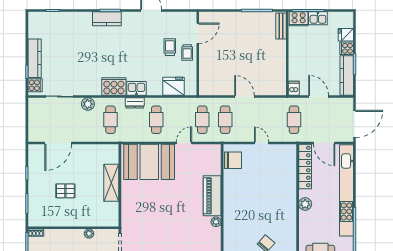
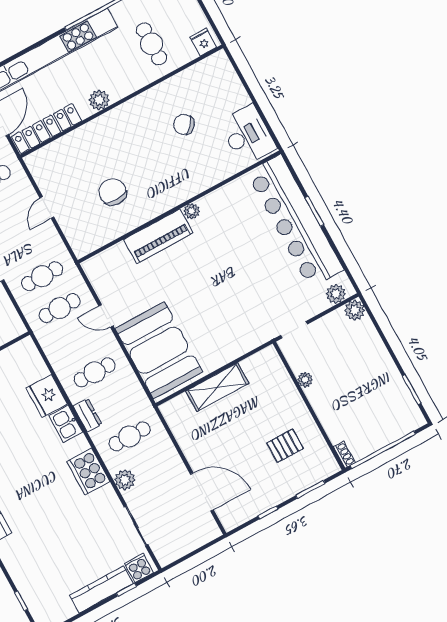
cooker: (114, 86) -> (88, 471), moved
fridge: (173, 86) -> (47, 396), moved
chair: (233, 160) -> (113, 192), moved
pallet: (65, 191) -> (285, 446), moved, turned 90

